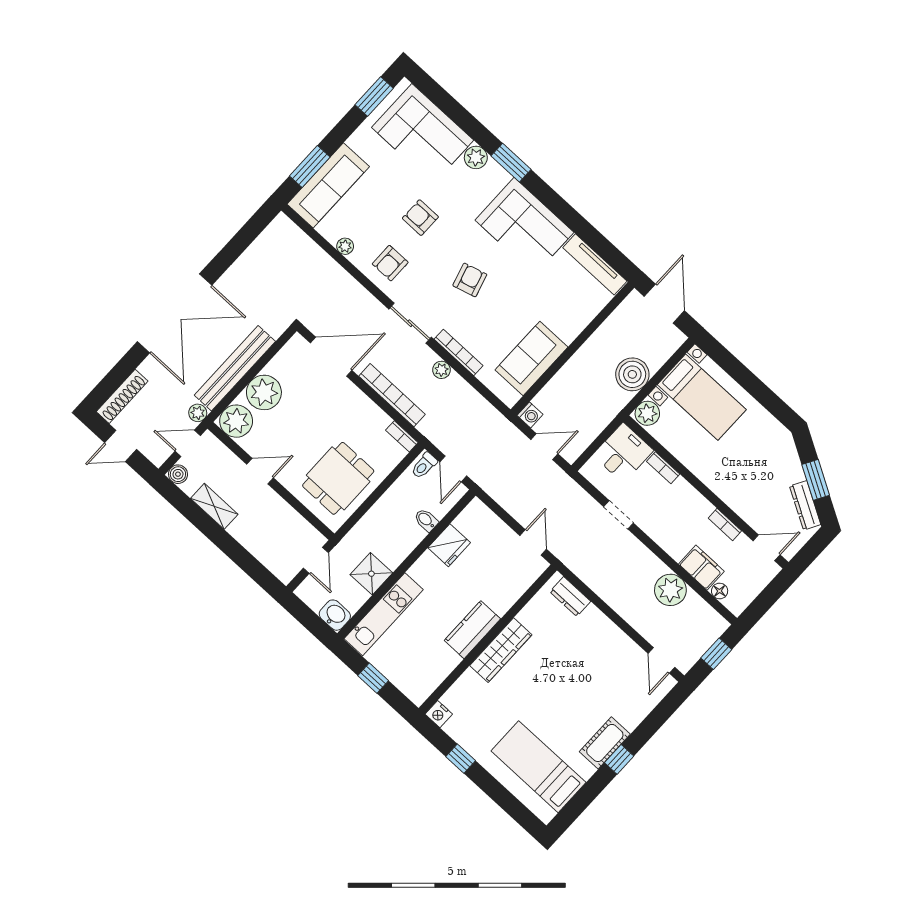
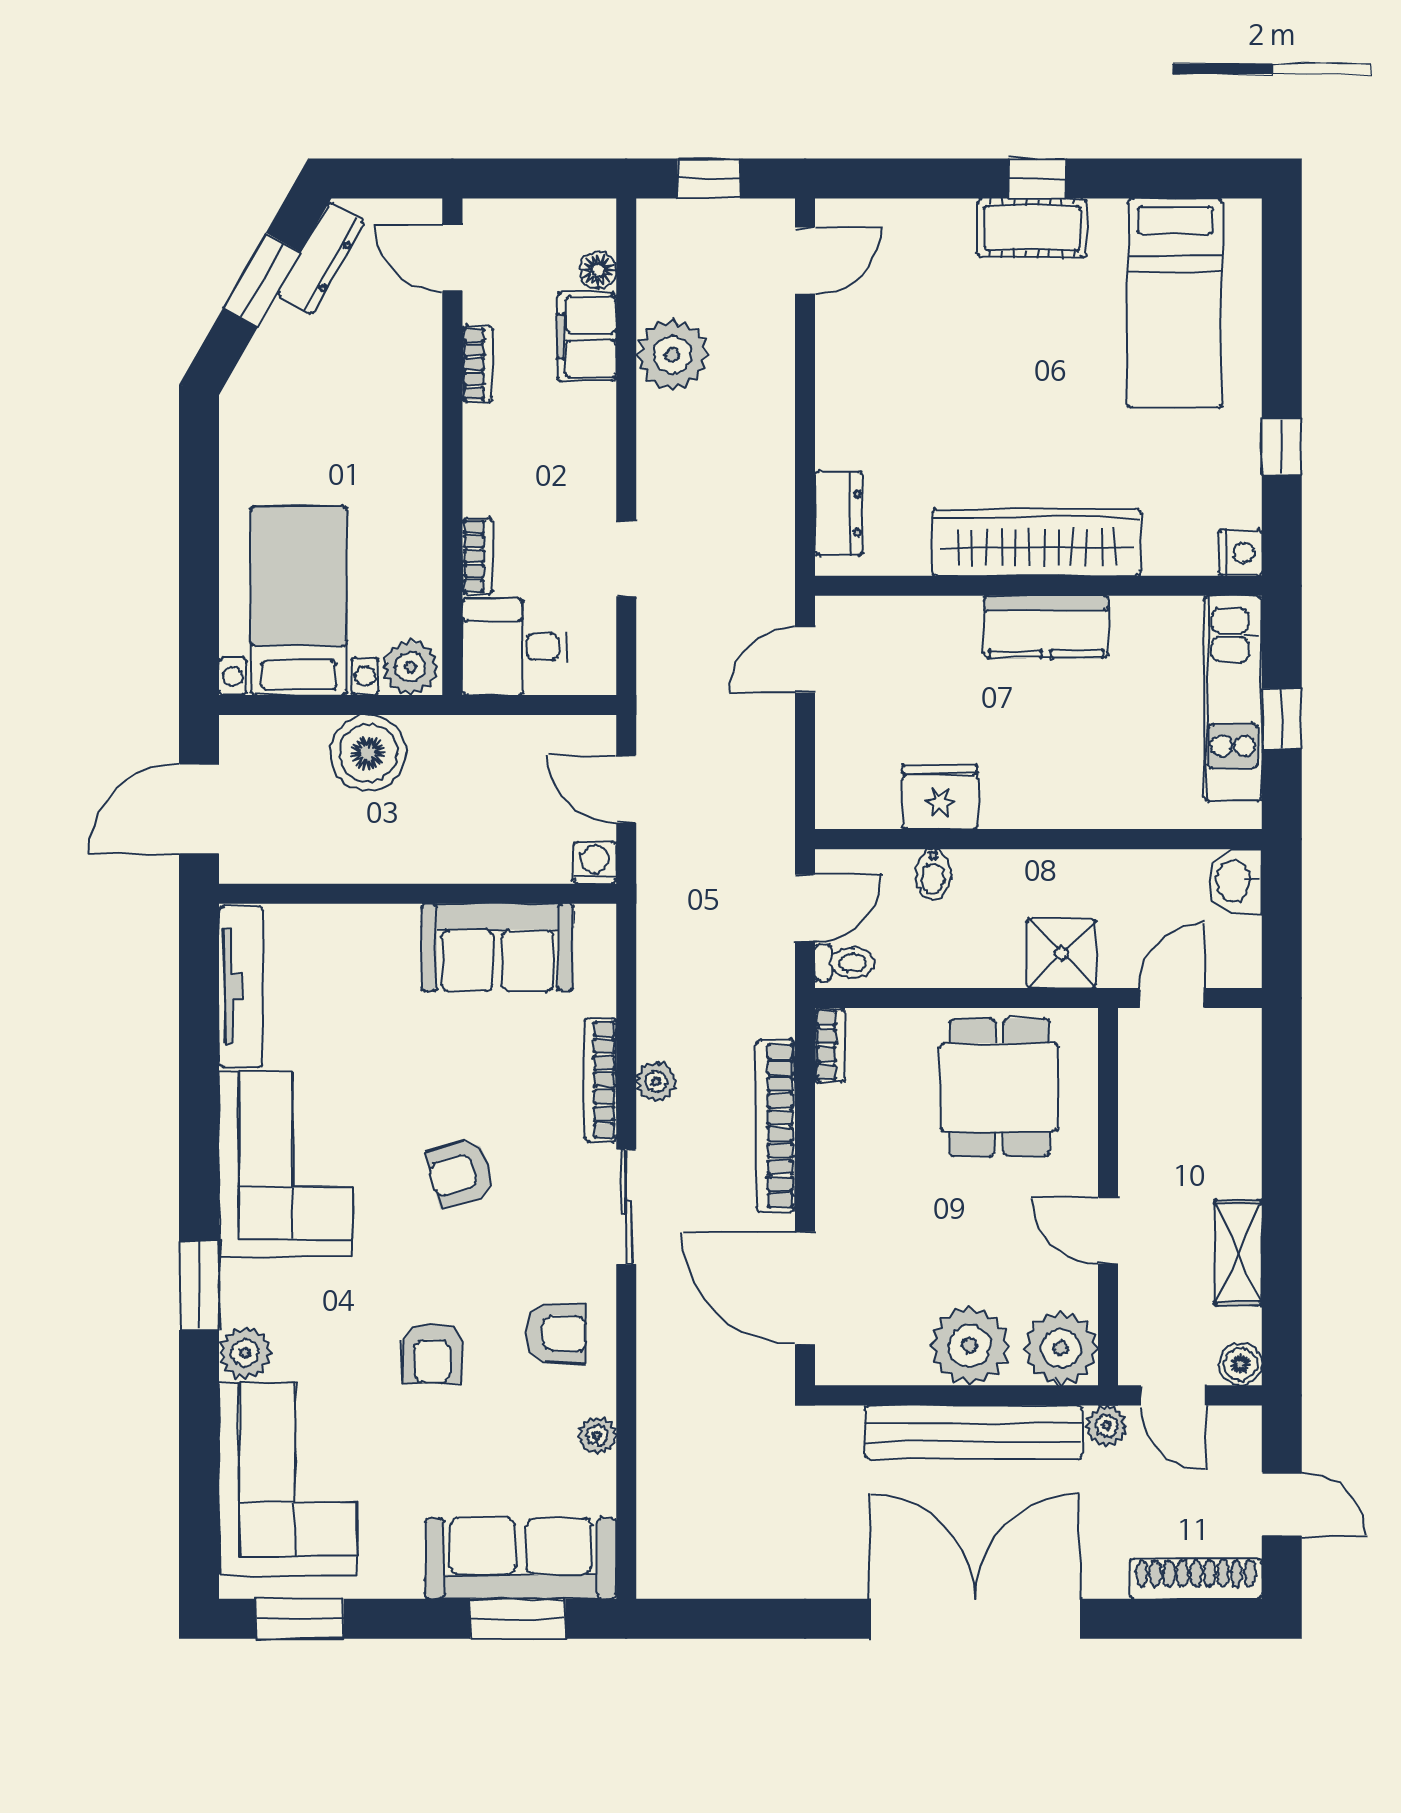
dining table: (338, 478) -> (999, 1087), turned 90
shower: (371, 574) -> (1061, 953), moved
kitchen unit: (384, 614) -> (1233, 699), moved, turned -90
wardrobe: (501, 650) -> (1037, 542), width x1.40, depth x1.17

